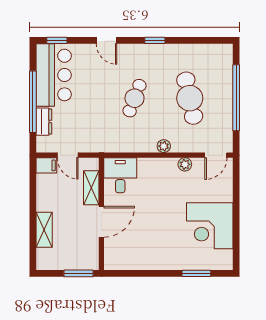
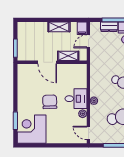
desk: (120, 175) -> (76, 99), moved
chair: (166, 218) -> (50, 102), added
corner desk: (210, 226) -> (32, 129), moved
shelving: (44, 230) -> (59, 27), moved

